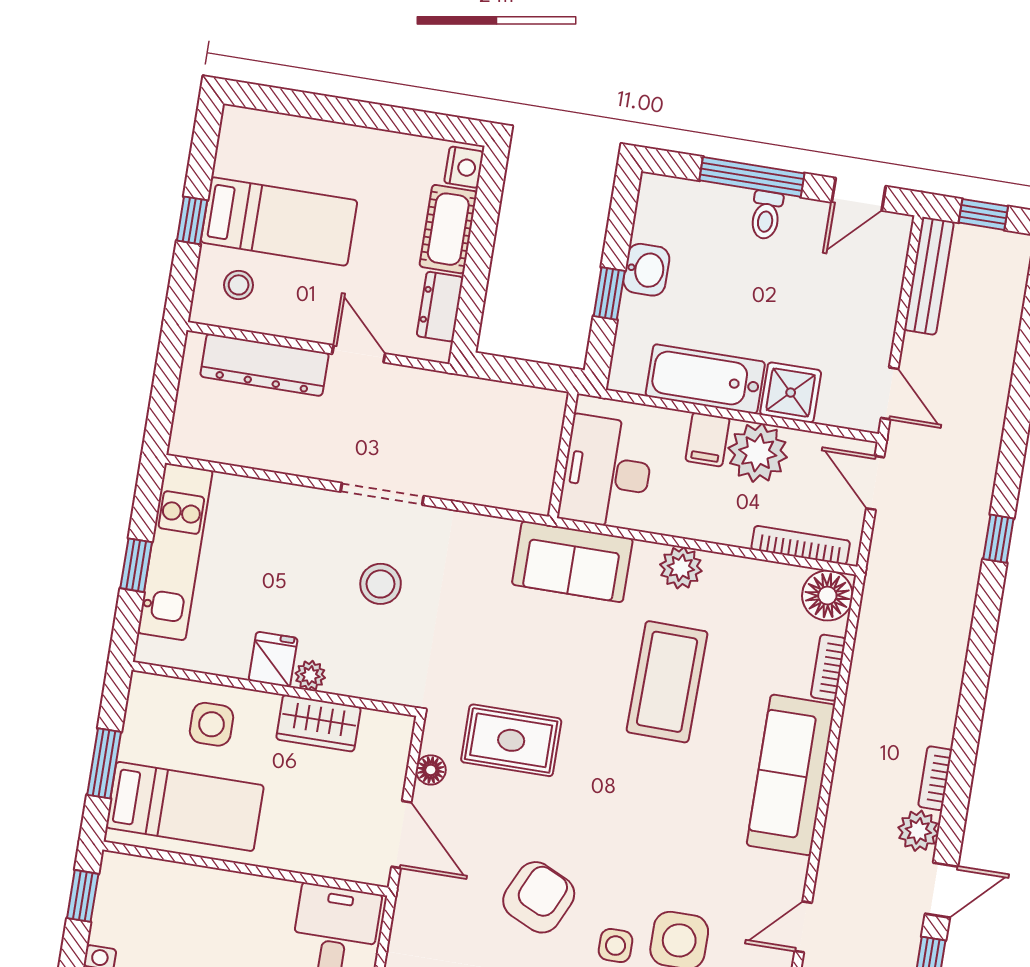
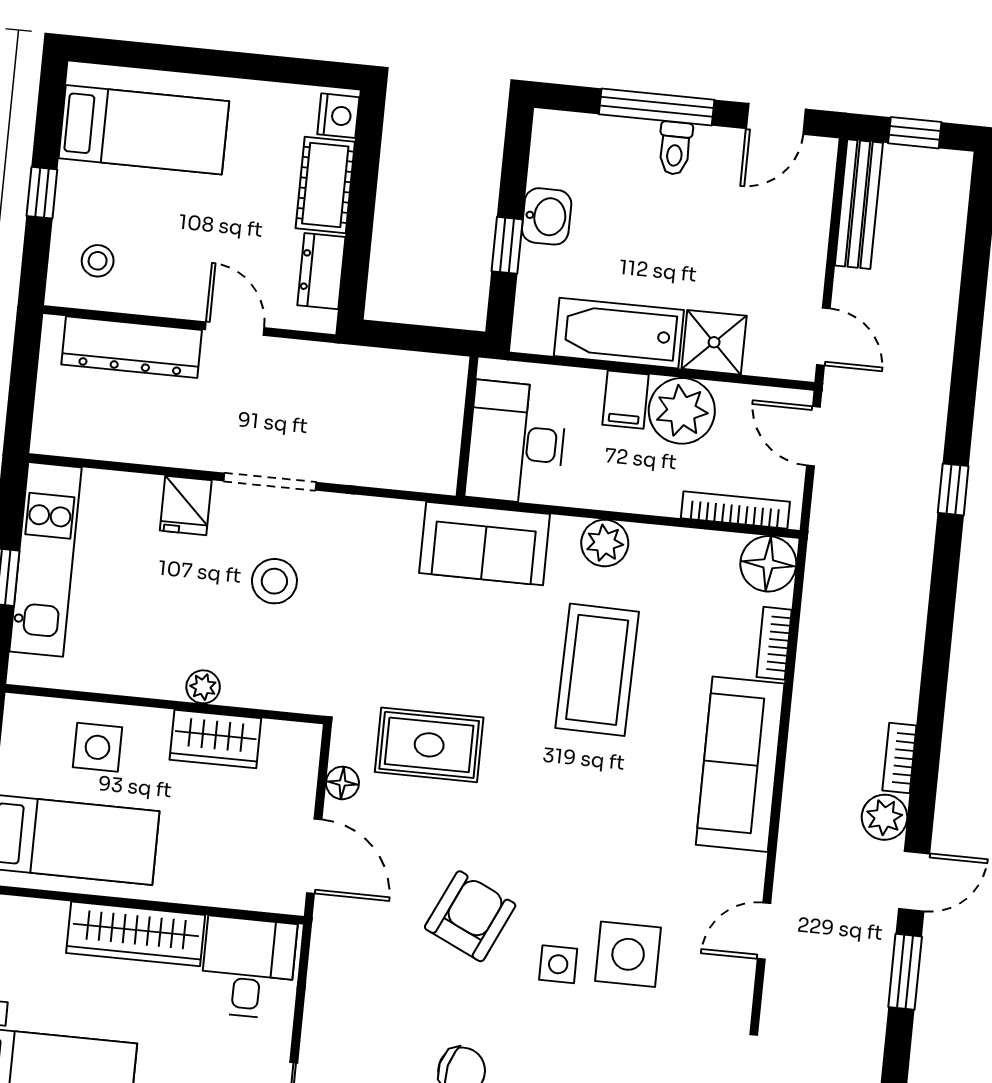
bed: (279, 221) -> (144, 130), moved
fridge: (273, 659) -> (186, 505), moved, turned 180
wardrobe: (236, 895) -> (136, 934), added

